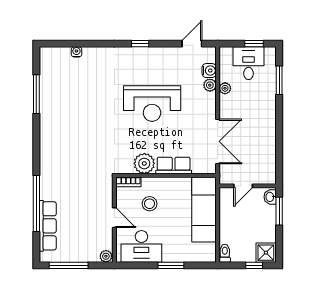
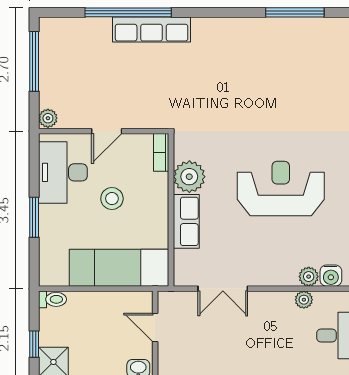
reception desk: (152, 103) -> (281, 189), turned 90
double door: (218, 141) -> (223, 289), width x0.73
stool: (150, 204) -> (112, 199), moved
row of seats: (48, 226) -> (152, 30), moved

